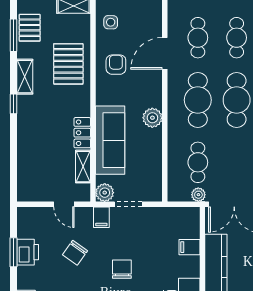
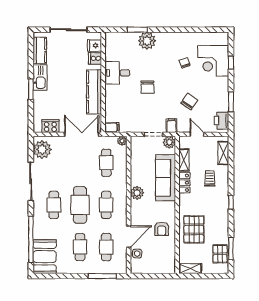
side table: (111, 22) -> (137, 253), moved
shelving: (25, 77) -> (223, 153), moved
cafe table: (198, 100) -> (106, 205), width x0.73, depth x0.74
trolley: (45, 139) -> (210, 178), added
plant: (198, 195) -> (122, 141), moved
filing cabinet: (190, 247) -> (112, 127), moved
printer: (28, 252) -> (221, 121), moved
chair: (122, 269) -> (147, 87), moved

